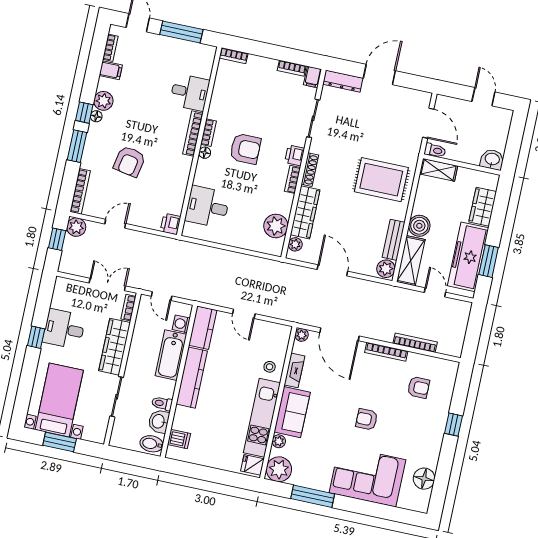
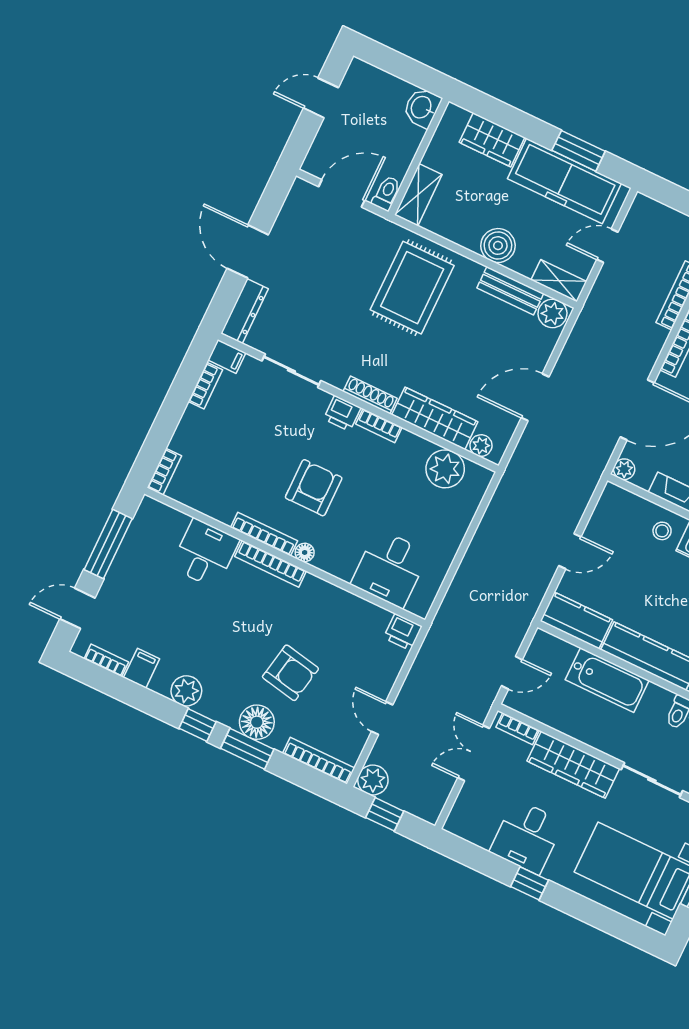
floor lamp: (96, 116) -> (257, 722), moved, width x1.89, depth x1.89
bookcase: (208, 133) -> (264, 534), width x1.56
shelving: (411, 261) -> (559, 281), width x0.67, depth x0.75
washing machine: (181, 324) -> (562, 652), removed

